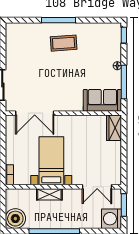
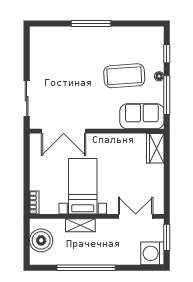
window: (124, 35) -> (167, 54), moved
coffee table: (64, 43) -> (124, 76), moved, width x1.36, depth x1.32
double door: (97, 187) -> (136, 216), swing flipped
boiler: (15, 219) -> (41, 240), moved

